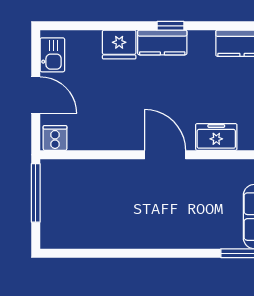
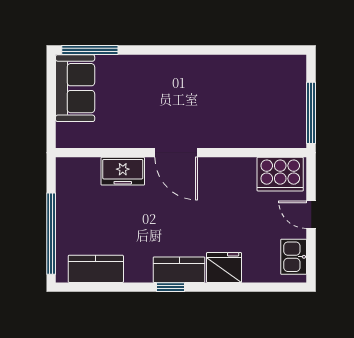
door: (36, 95) -> (311, 215), width x0.73
cooker: (55, 138) -> (280, 174), width x1.87, depth x1.31

